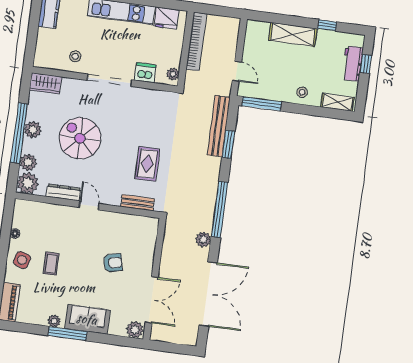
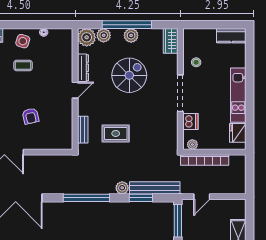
bookcase: (196, 41) -> (205, 160), moved
plant: (203, 239) -> (122, 188), moved

